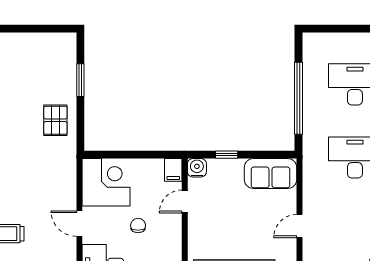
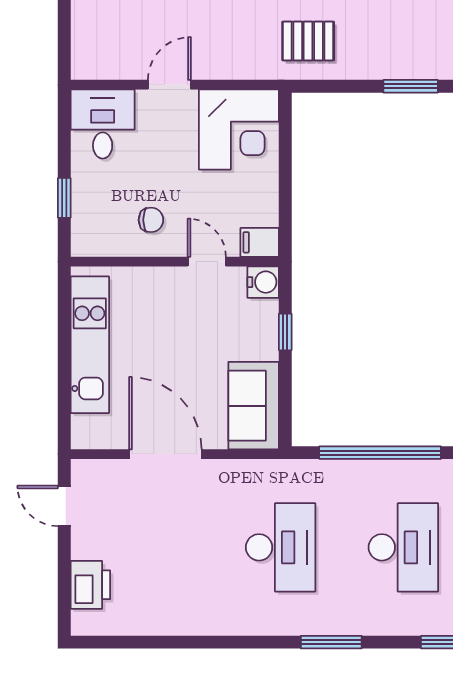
pallet: (55, 120) -> (308, 41), moved
chair: (138, 226) -> (151, 220), moved
door: (299, 226) -> (165, 454), width x1.87

